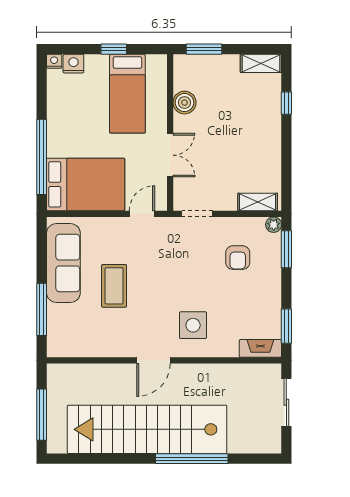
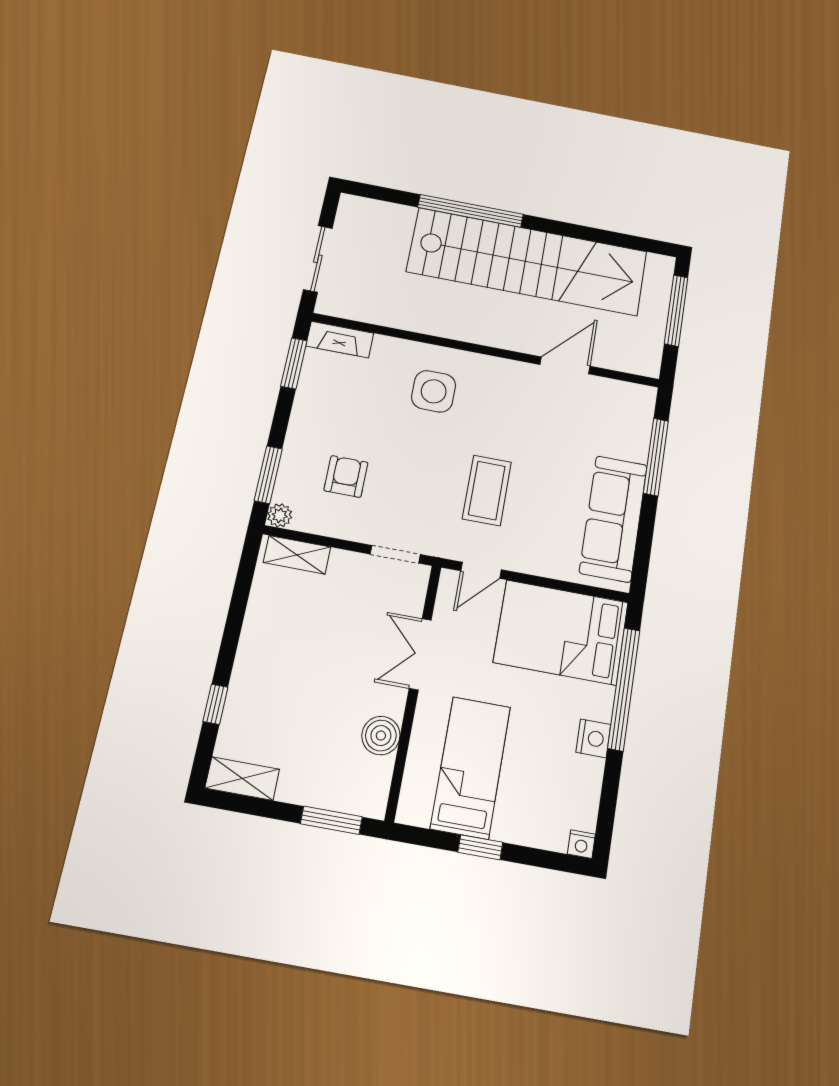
nightstand: (73, 64) -> (593, 738), moved, turned -90
coffee table: (114, 286) -> (487, 490), moved
door: (154, 360) -> (565, 365), moved

